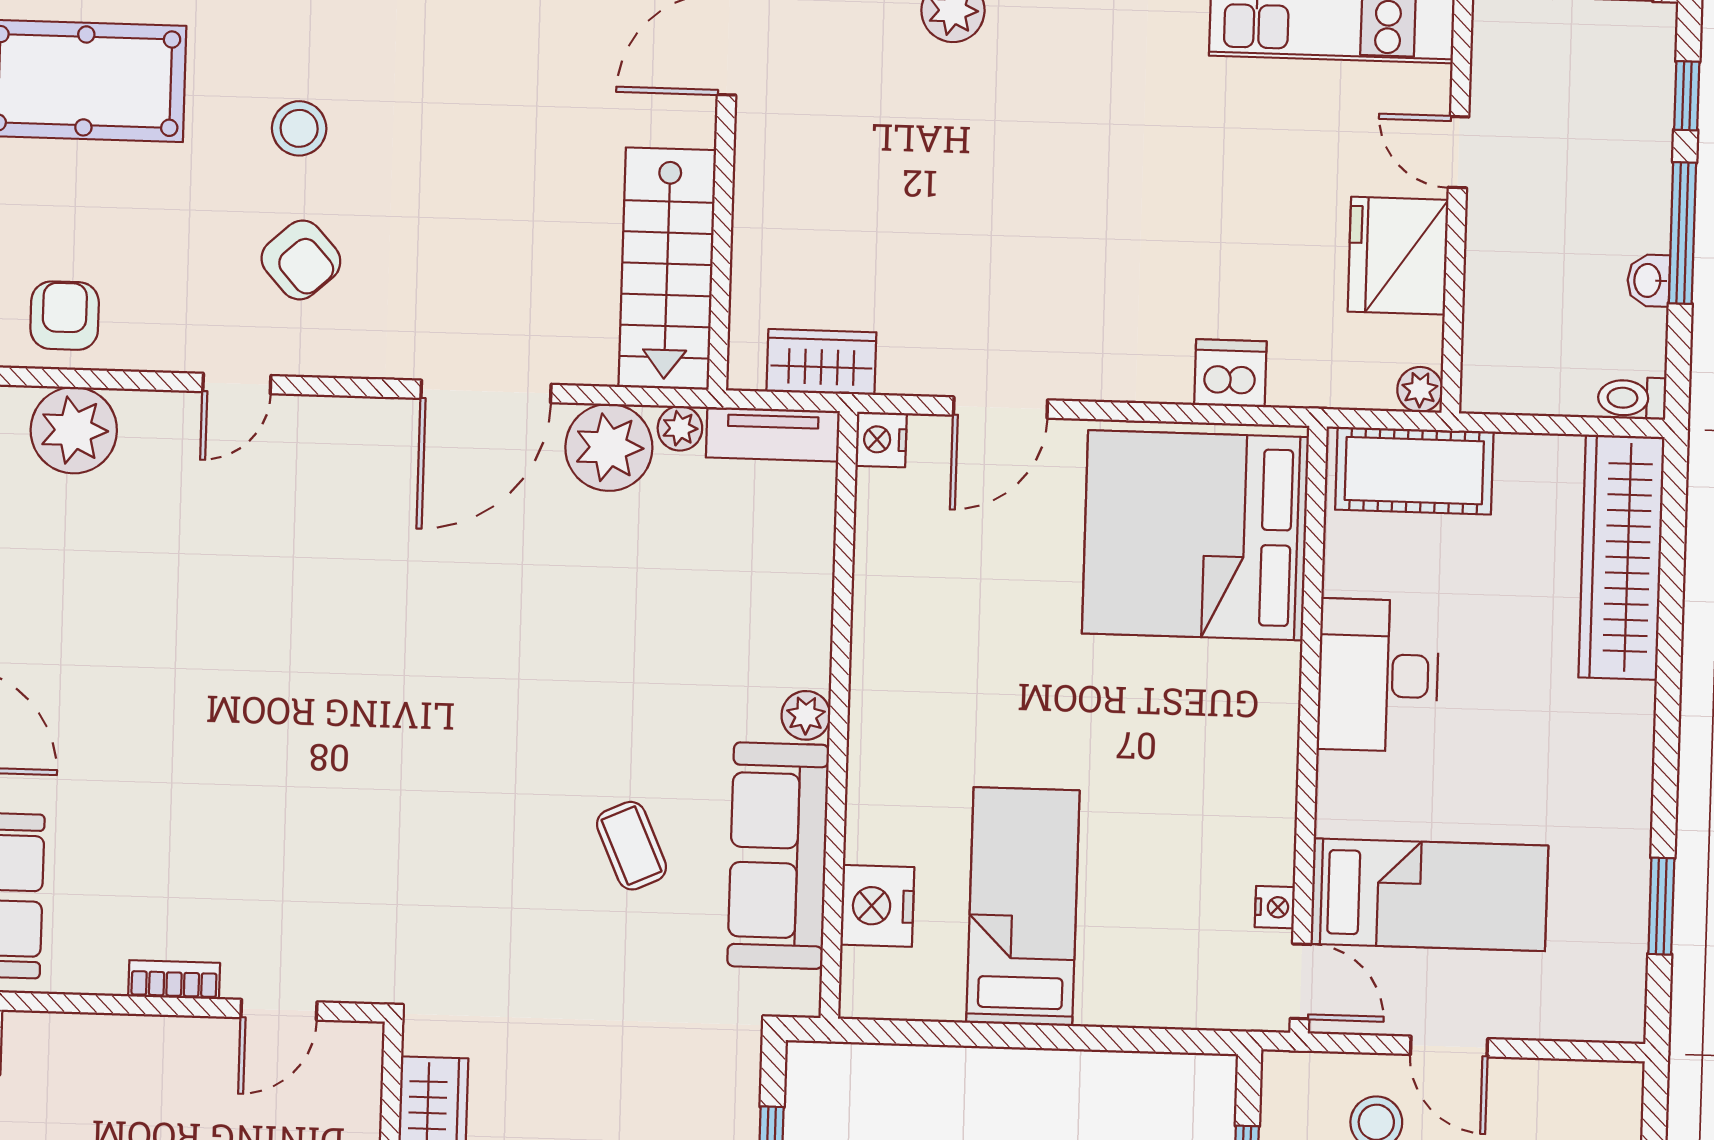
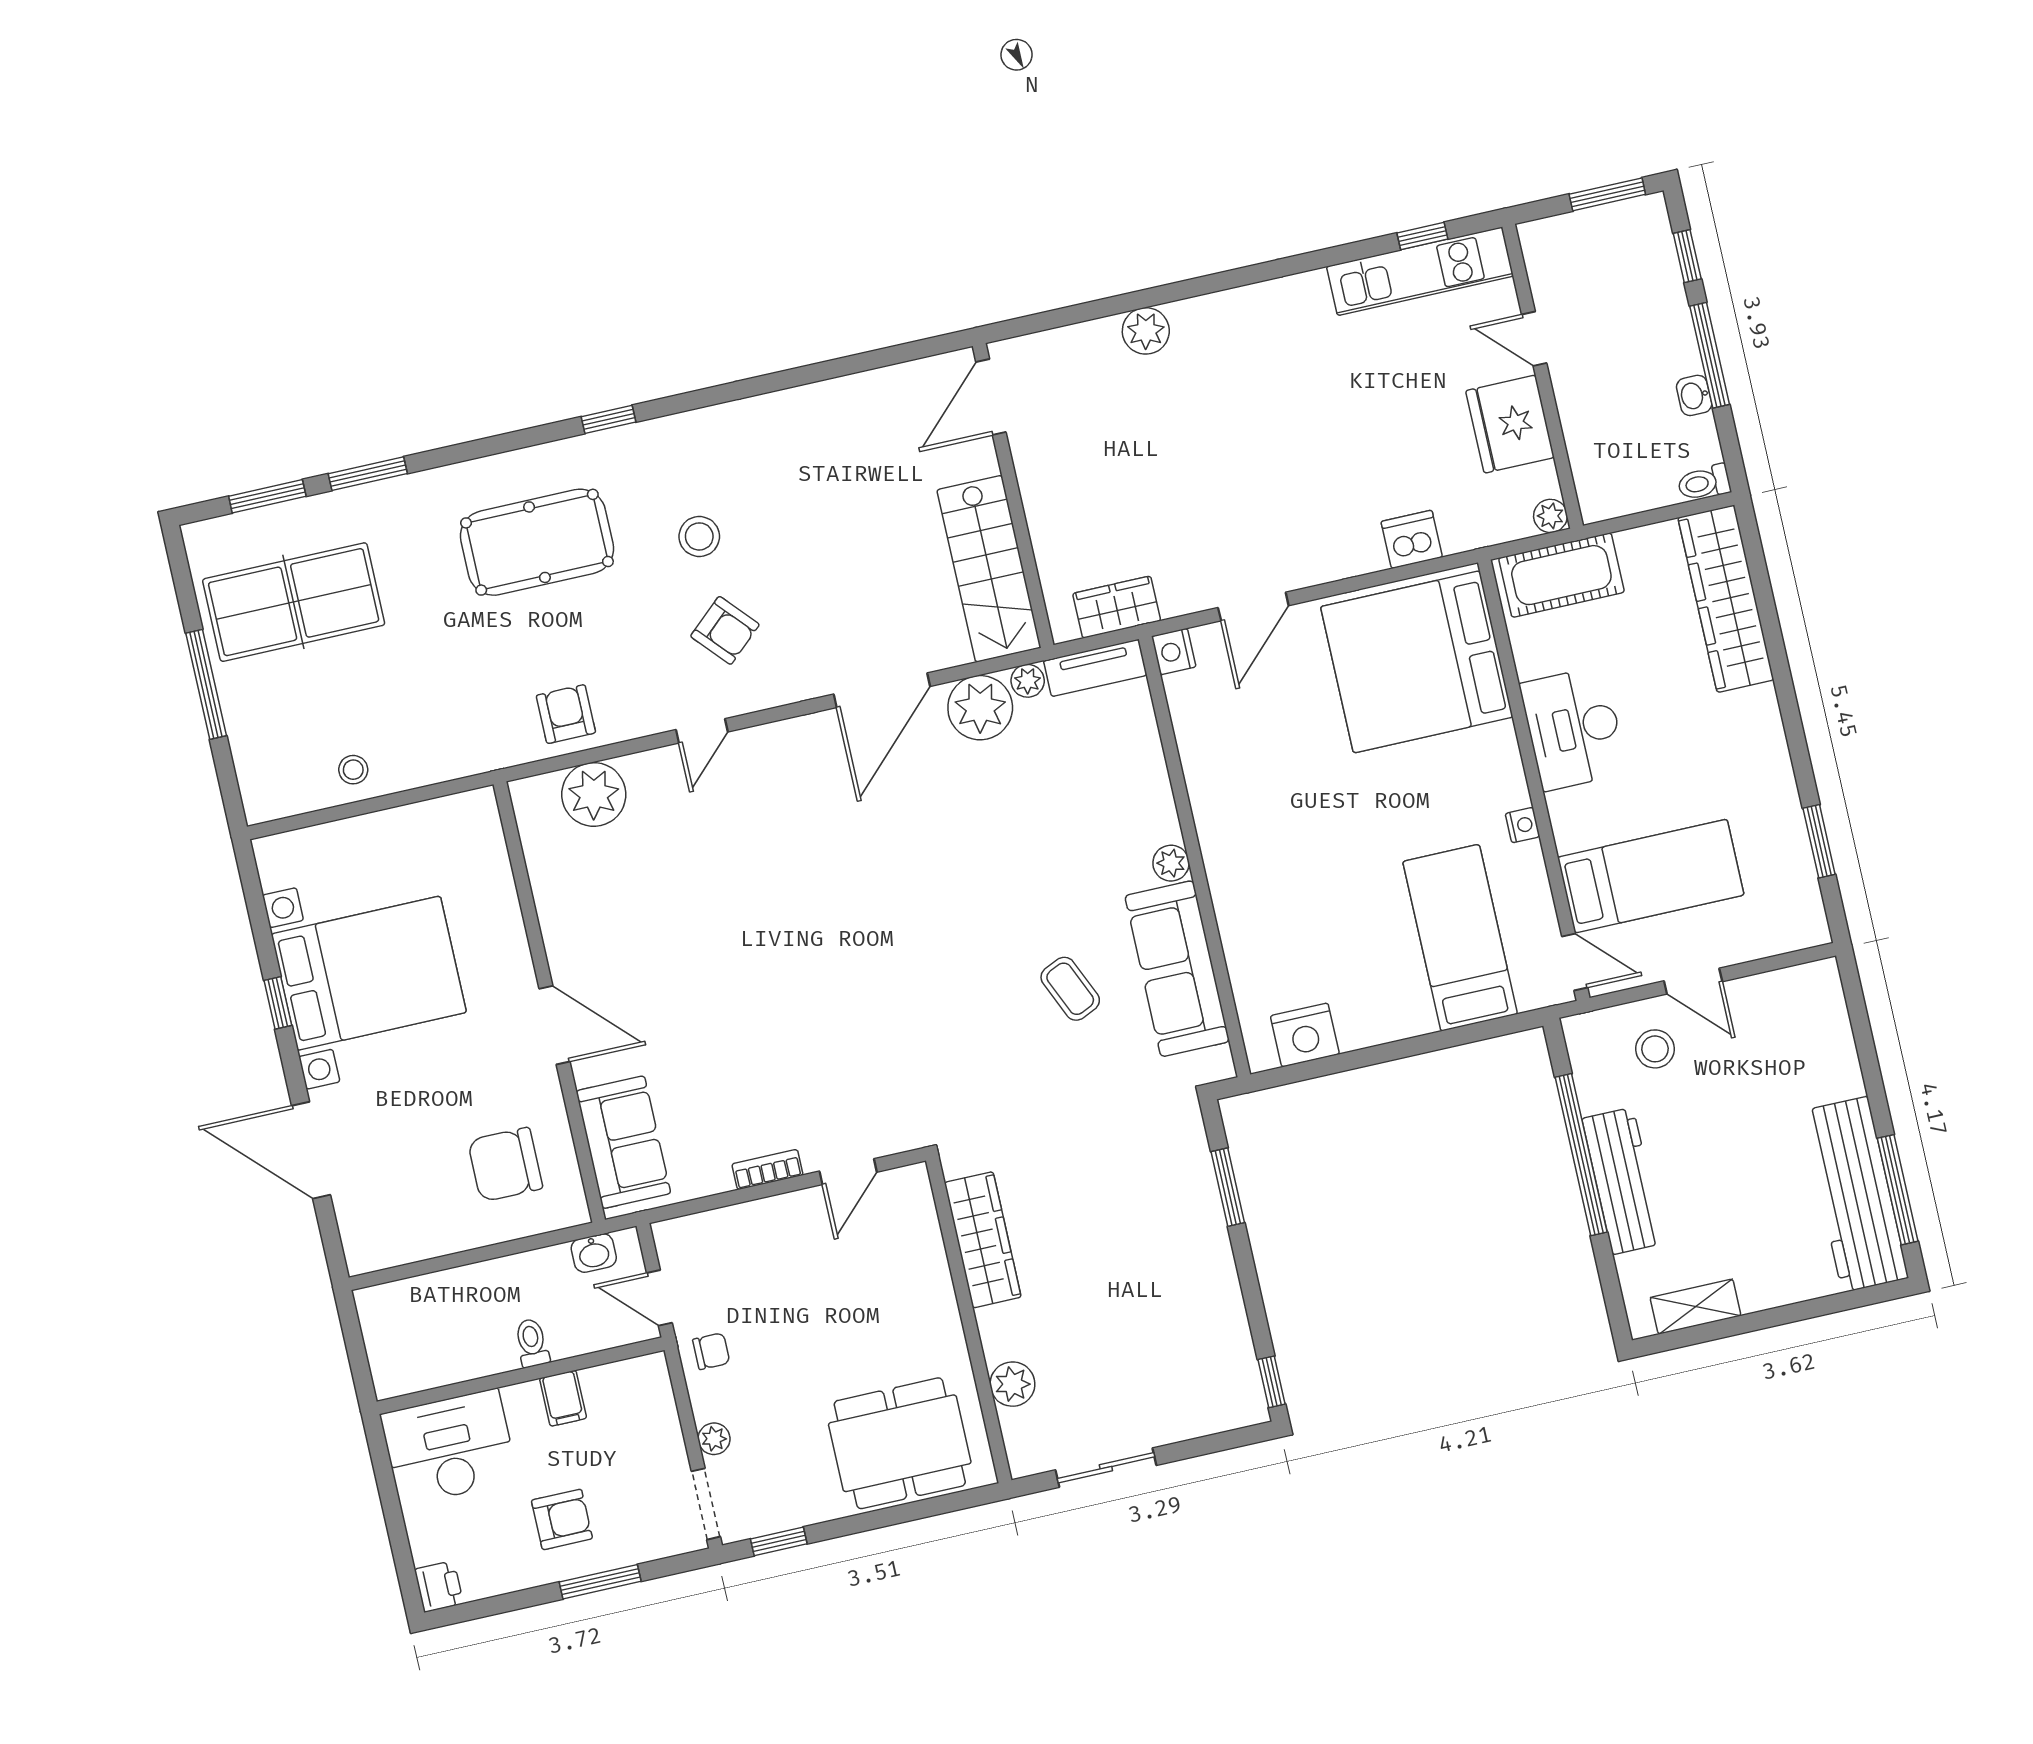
nightstand: (877, 906) -> (1305, 1035), moved, turned -90
bed: (1023, 907) -> (1460, 938), moved
nightstand: (1275, 907) -> (1523, 825), moved

